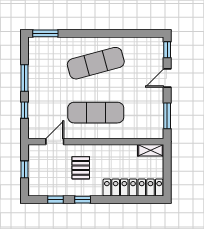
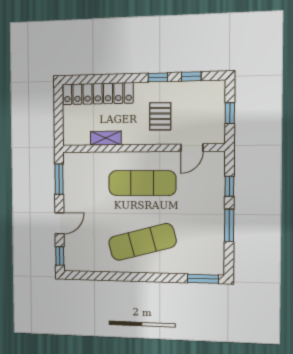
shelving: (151, 150) -> (106, 138), moved

